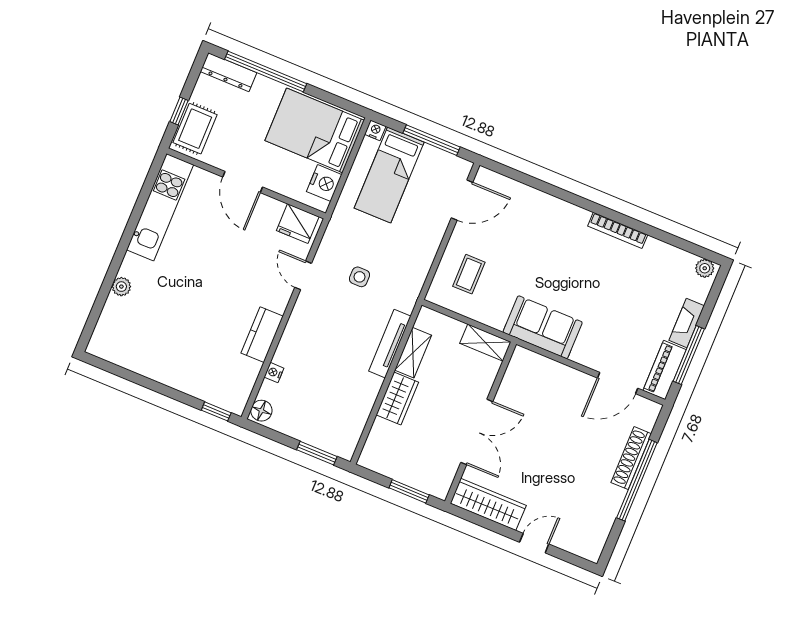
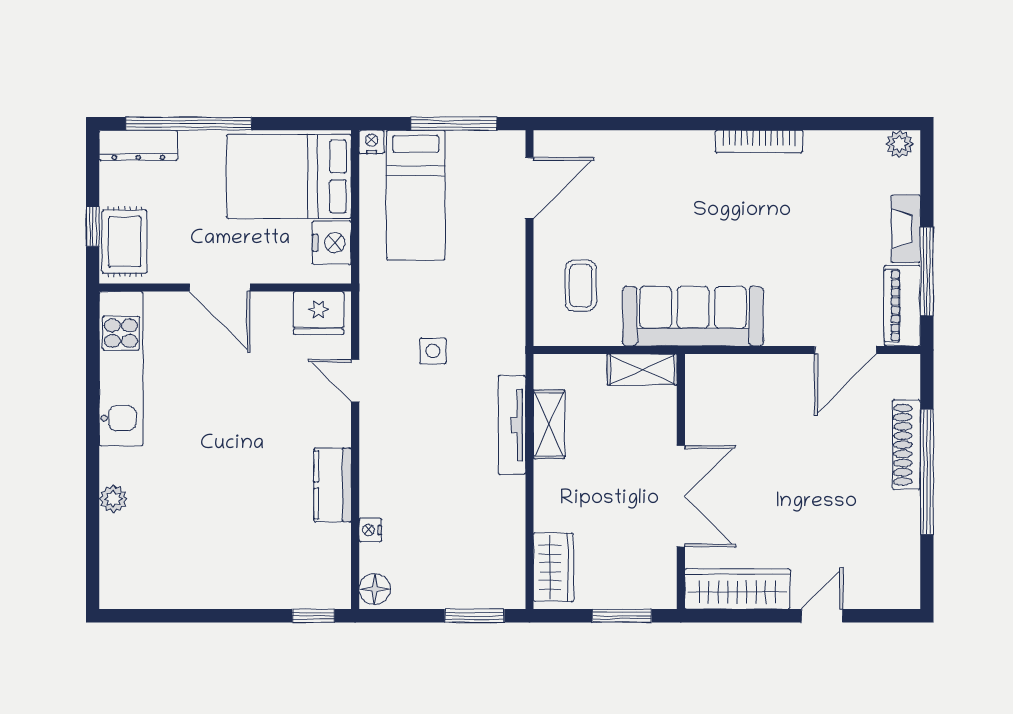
sofa: (543, 327) -> (693, 316), width x1.36
wardrobe: (397, 398) -> (553, 567), moved

